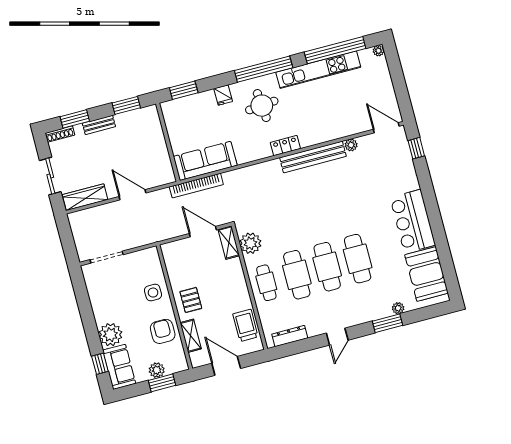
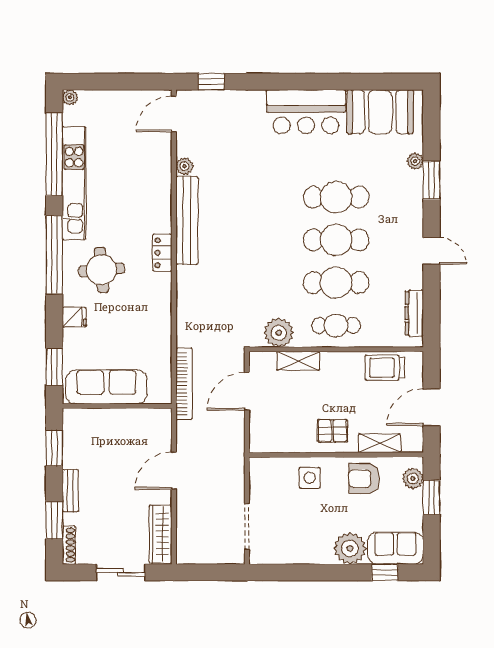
sofa: (205, 161) -> (106, 387), moved, turned 90
shelving: (229, 243) -> (298, 361), moved
plant: (157, 370) -> (413, 479), moved

